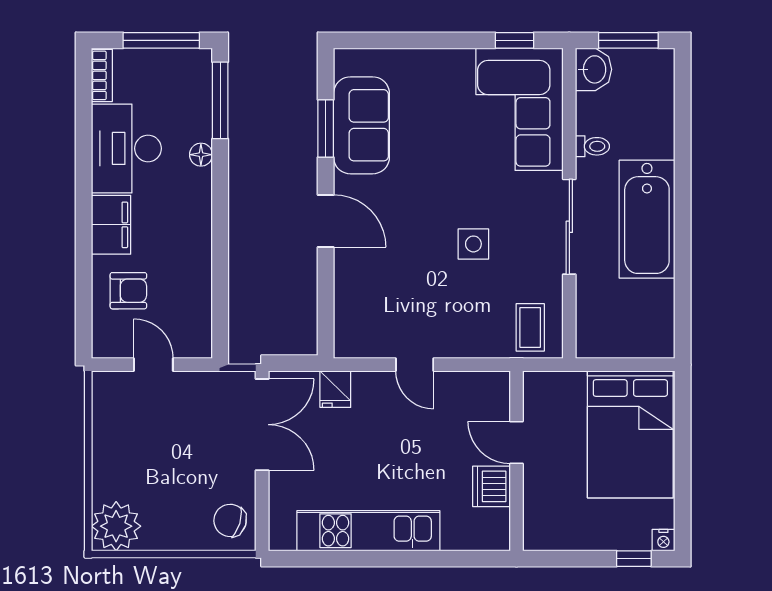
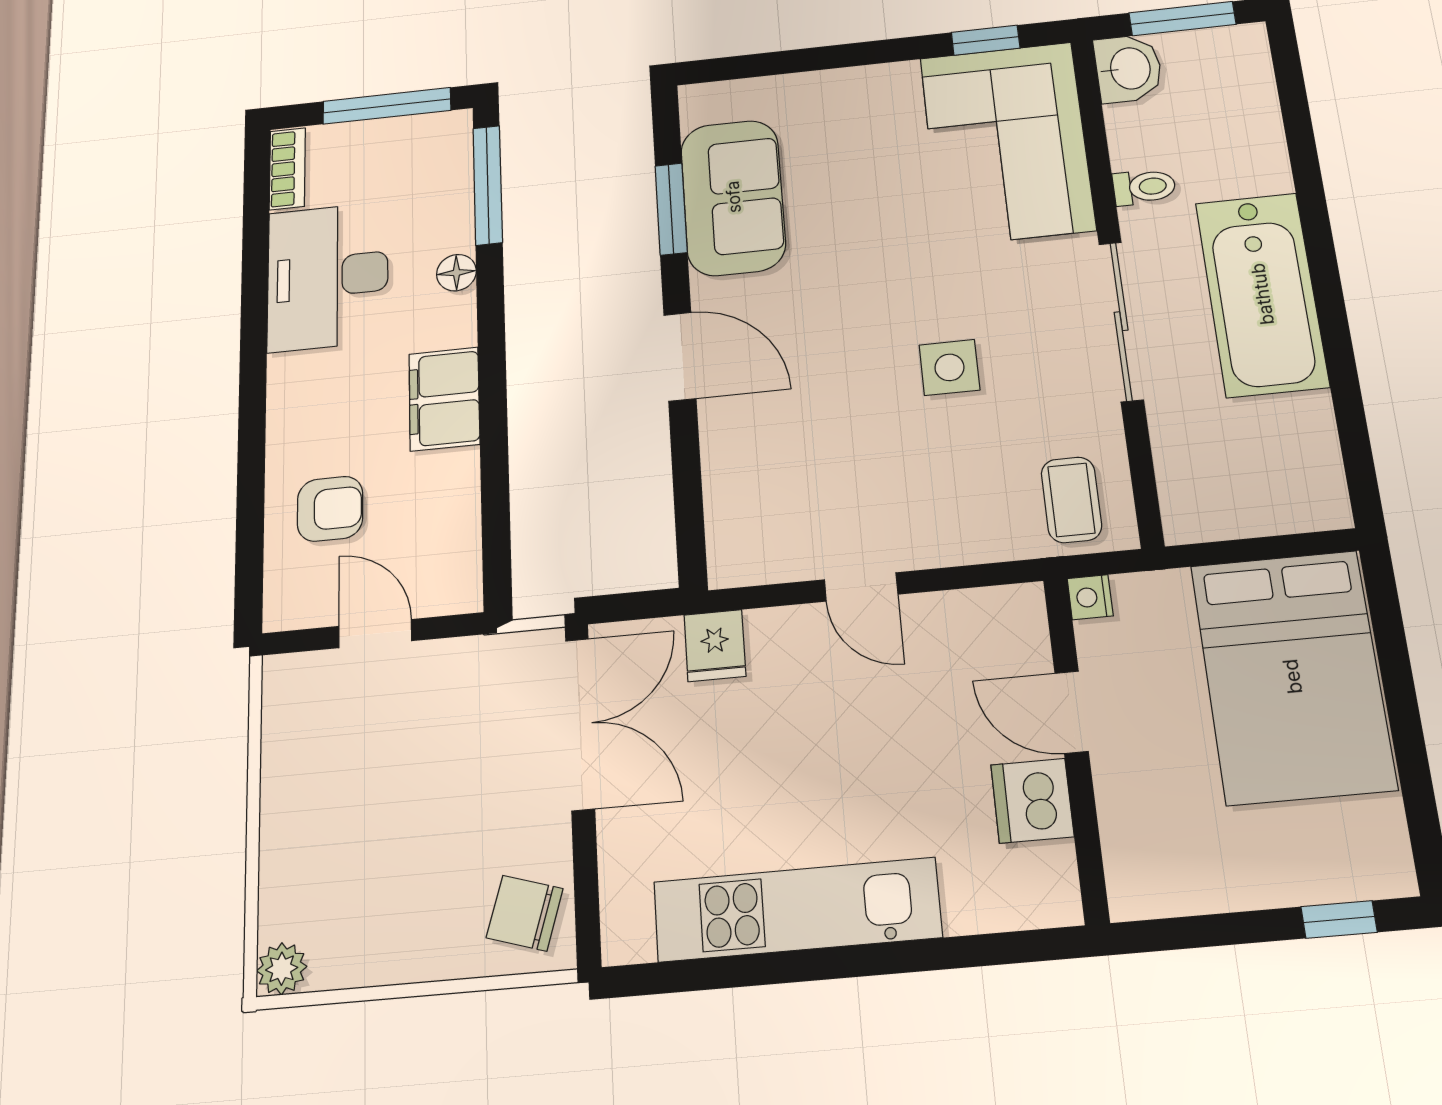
filing cabinet: (111, 225) -> (444, 399), moved, turned 180
plant: (116, 526) -> (282, 969), width x0.53, depth x0.53
nightstand: (663, 540) -> (1090, 597), moved, turned 90

